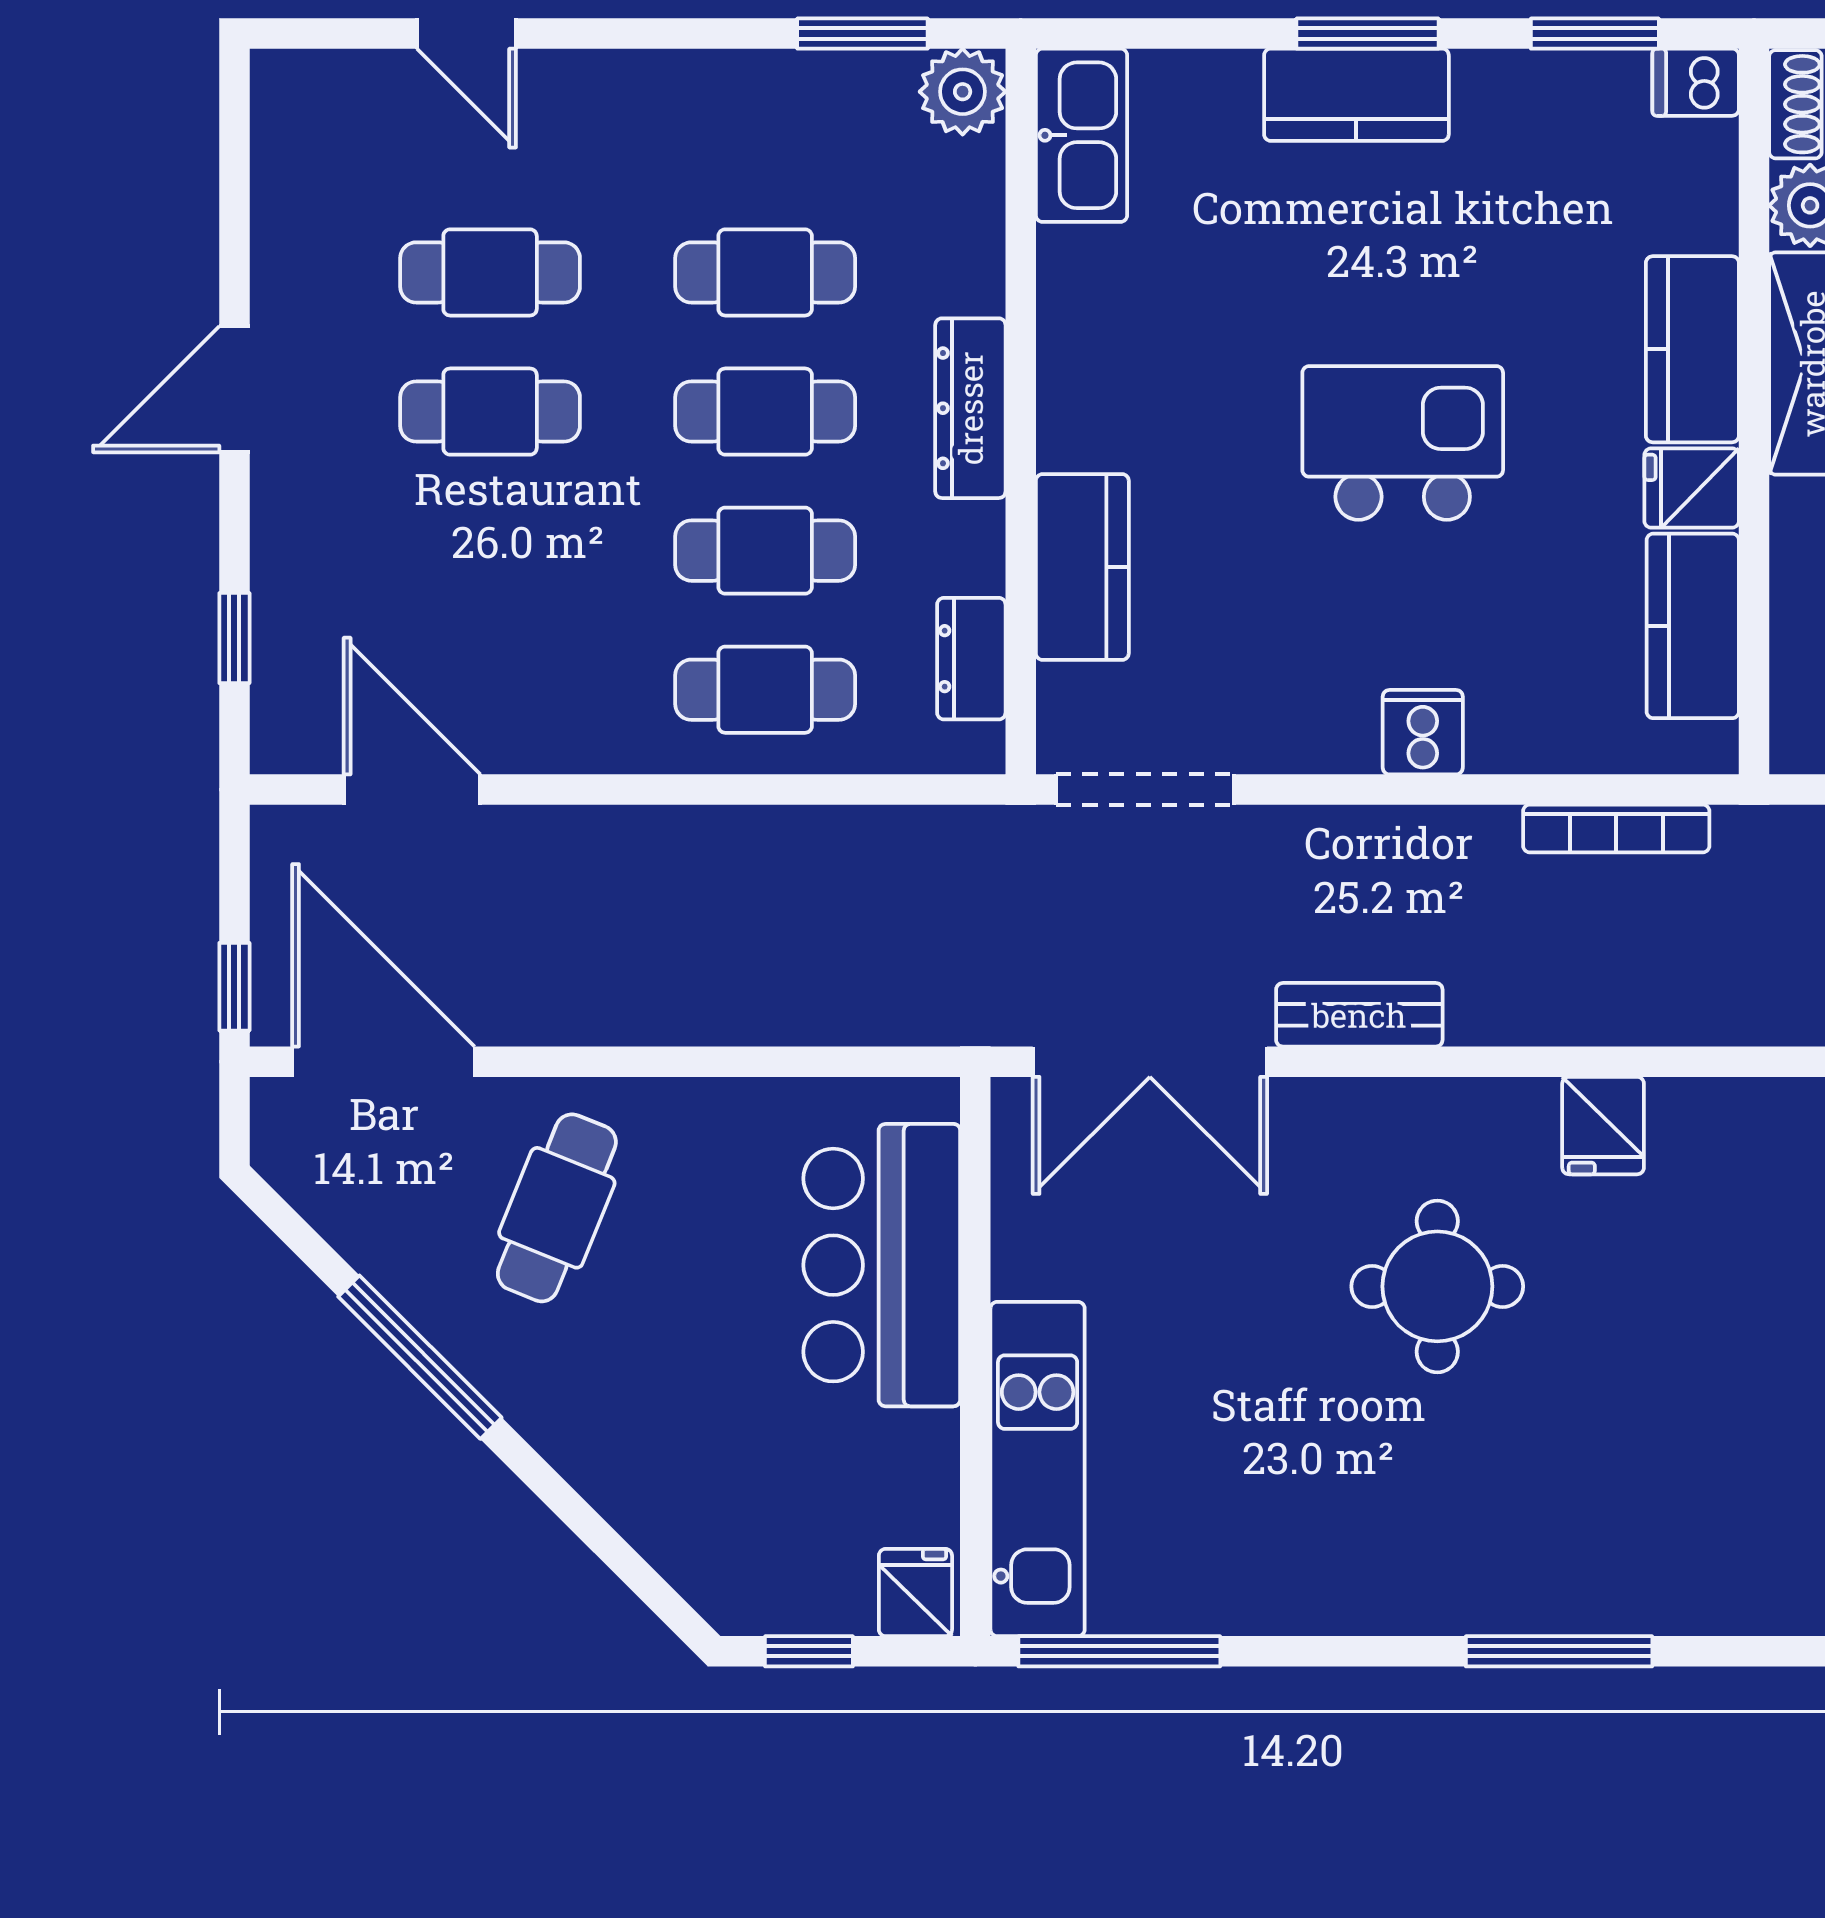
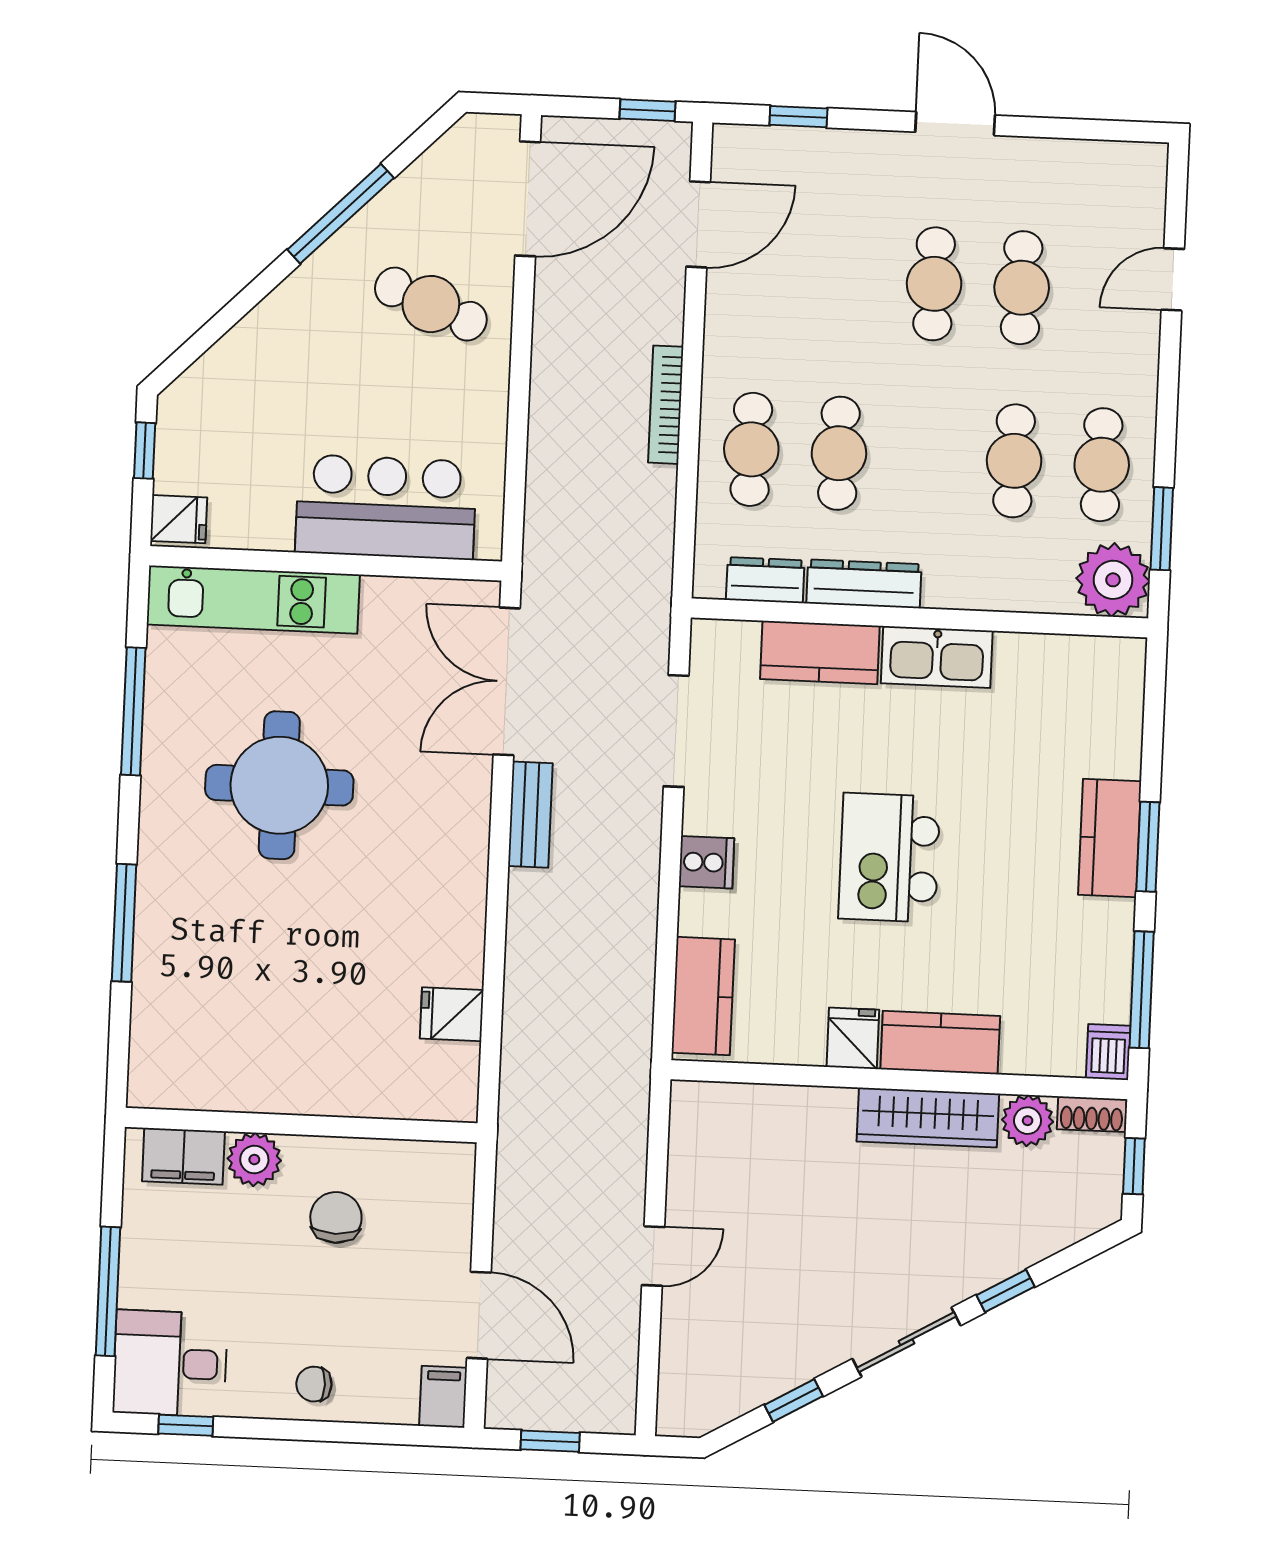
window: (1595, 34) -> (1142, 990), width x1.44
plant: (963, 92) -> (1113, 580), width x1.36, depth x1.36
kitchen sink: (1082, 135) -> (937, 657), moved
dresser: (970, 408) -> (864, 584), moved
cafe table: (765, 412) -> (1102, 465), moved
kitchen island: (1403, 443) -> (889, 858), turned 180
kitchen counter: (1693, 626) -> (703, 996), moved, turned 90
doorway: (1145, 790) -> (676, 731), moved
bookcase: (1616, 828) -> (666, 405), moved
window: (234, 987) -> (648, 110), moved
fridge: (1603, 1126) -> (452, 1014), moved
round table: (1437, 1286) -> (279, 785), moved, width x1.36, depth x1.36
window: (1119, 1651) -> (133, 711), moved

